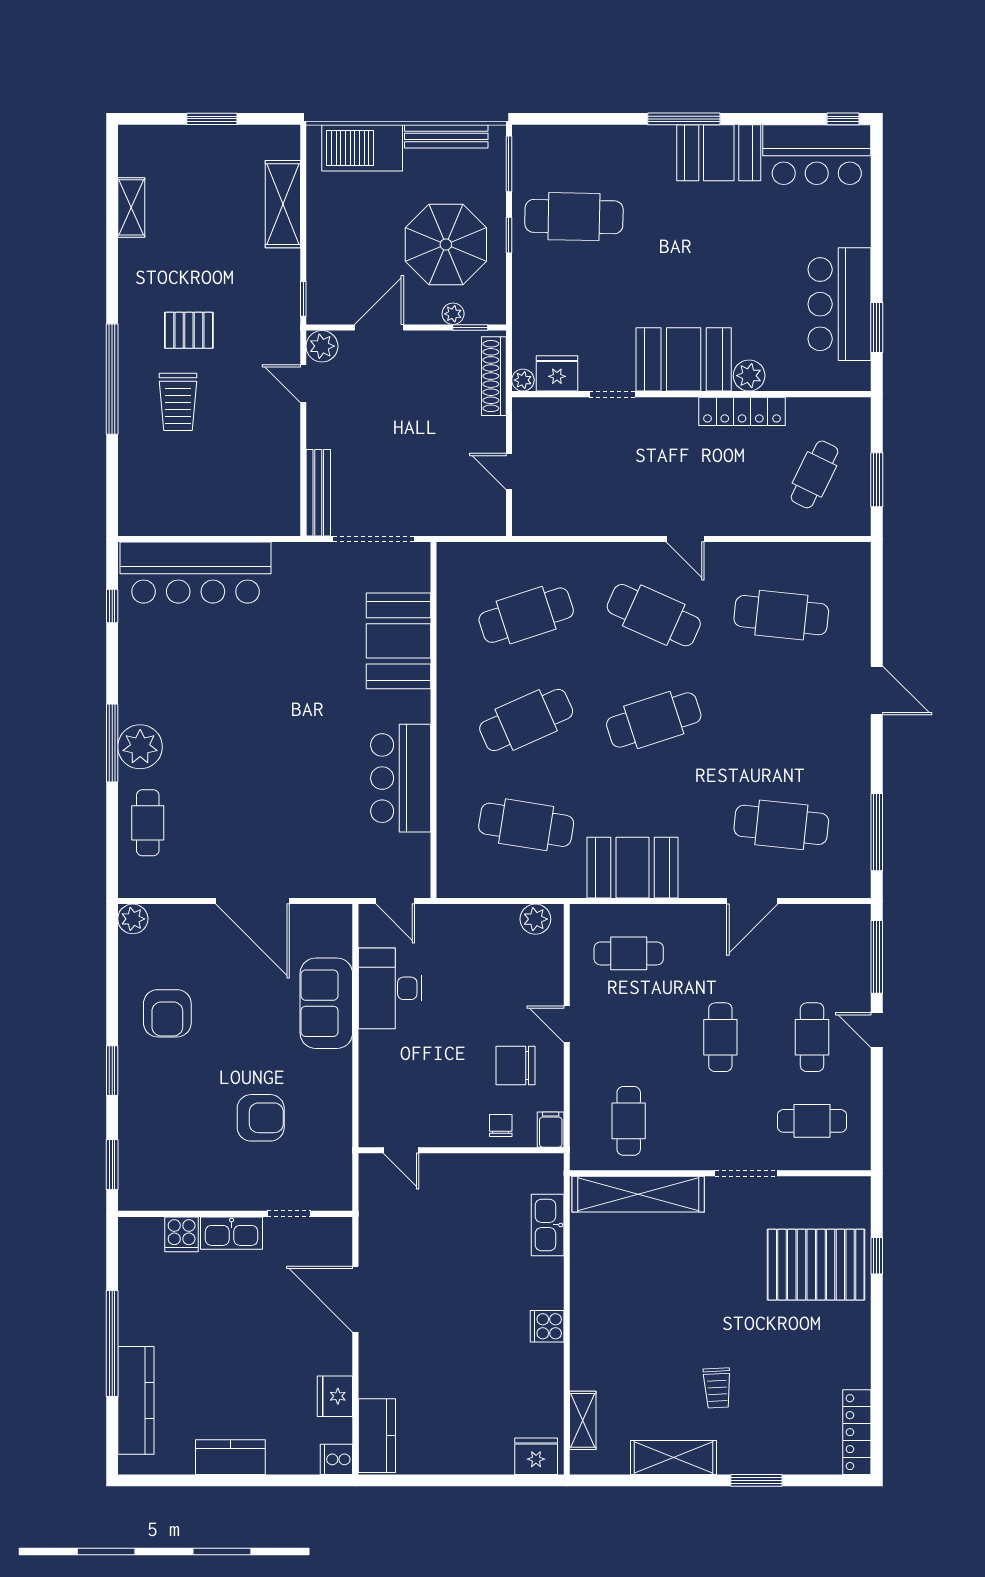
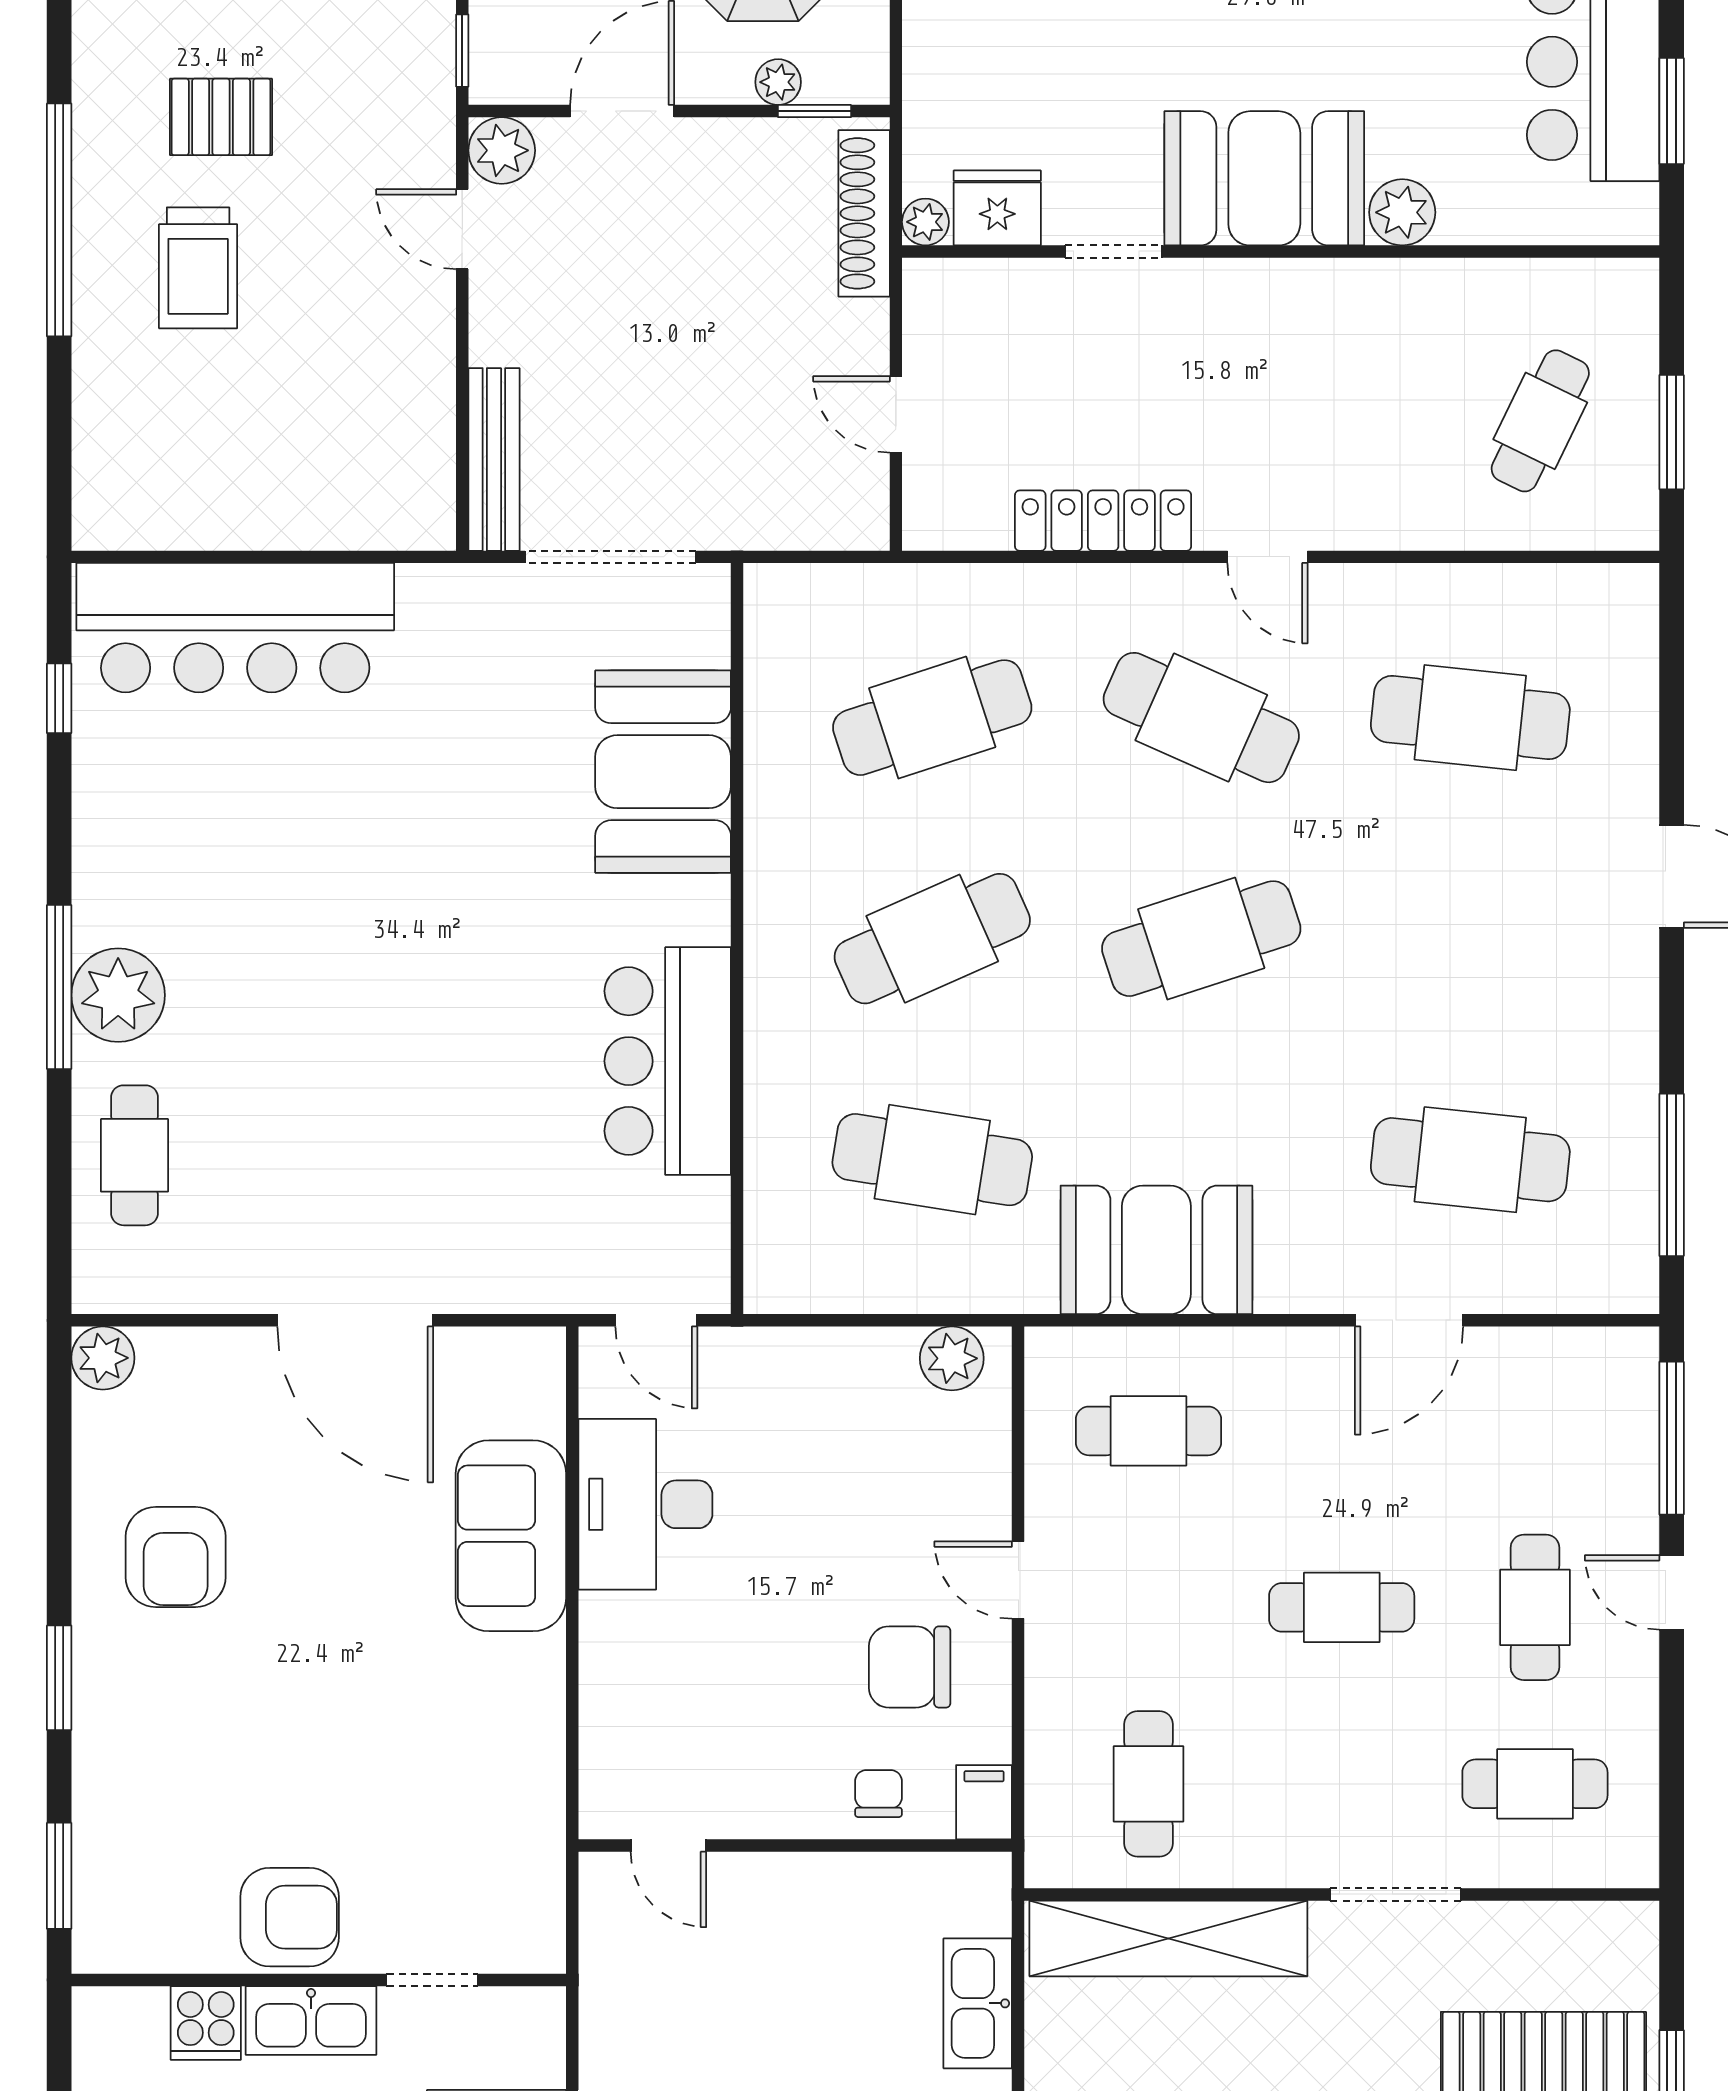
locker: (742, 411) -> (1103, 521), moved, turned 180
cafe table: (720, 1037) -> (1342, 1607), turned 90
armchair: (261, 1118) -> (290, 1917), moved

